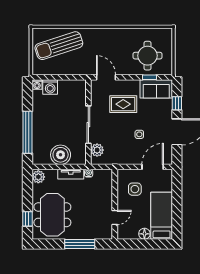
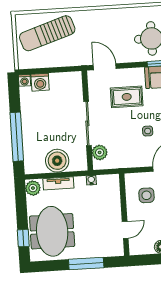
tv unit: (71, 174) -> (58, 183), moved

